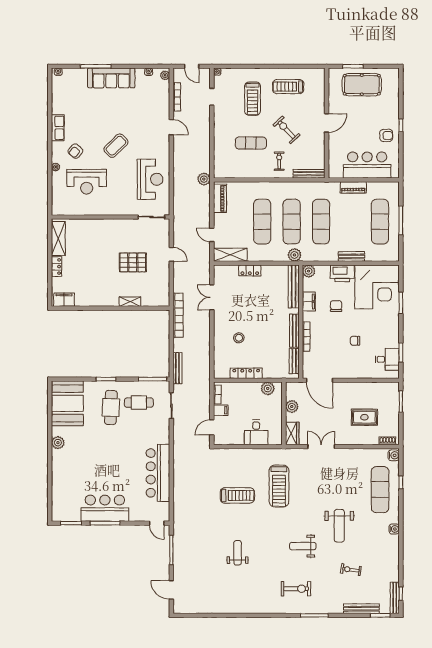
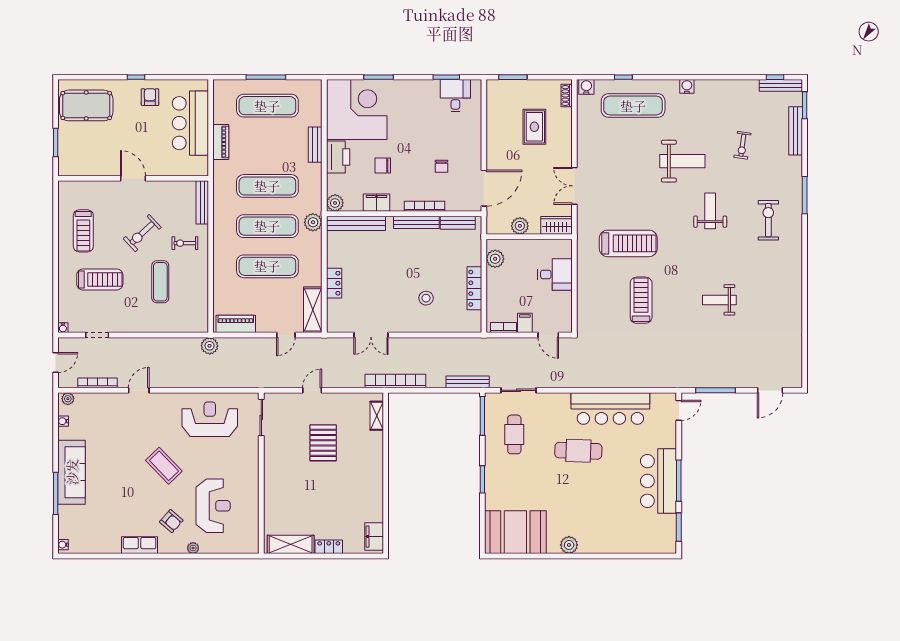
pool table: (362, 85) -> (86, 105), moved, turned 90
shelving: (130, 302) -> (377, 416), moved
chair: (355, 341) -> (441, 166), moved
cafe table: (111, 407) -> (578, 451), moved
weight bench: (303, 546) -> (710, 211), turned 180

